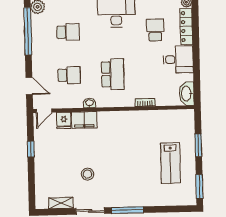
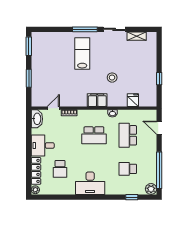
school desk: (113, 74) -> (94, 135), turned -90
school desk: (69, 75) -> (128, 135), width x1.85
door: (44, 111) -> (53, 108), moved
filing cabinet: (84, 120) -> (97, 100), moved
lab bench: (170, 163) -> (82, 54), moved
stool: (88, 174) -> (112, 78), moved

